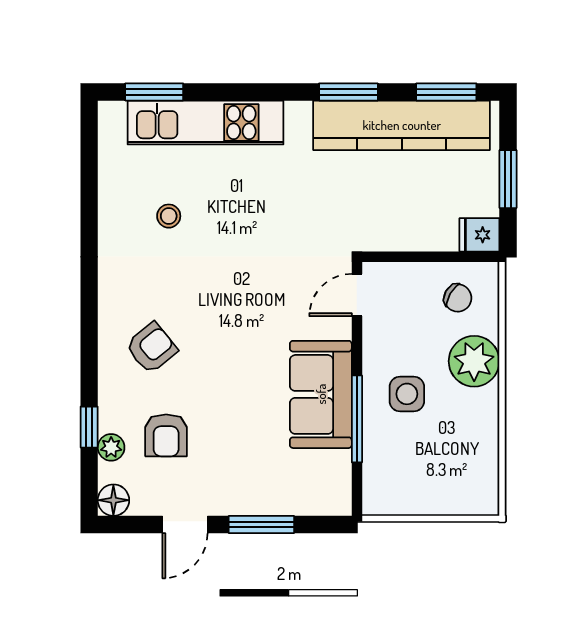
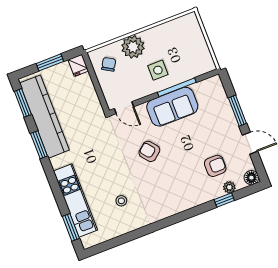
armchair: (152, 348) -> (149, 151), moved

